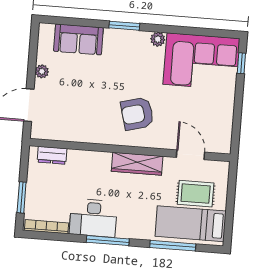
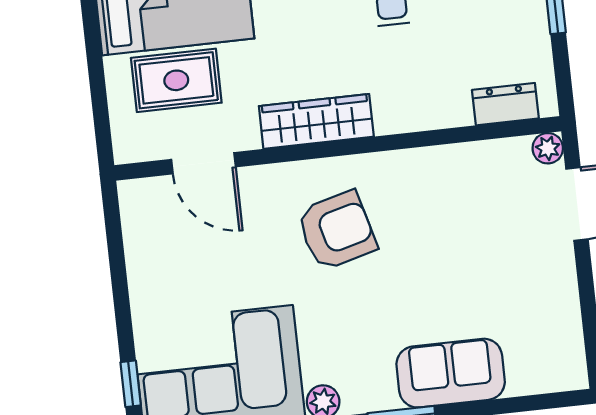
sofa: (78, 39) -> (451, 373), moved
plant: (42, 71) -> (548, 148), moved

